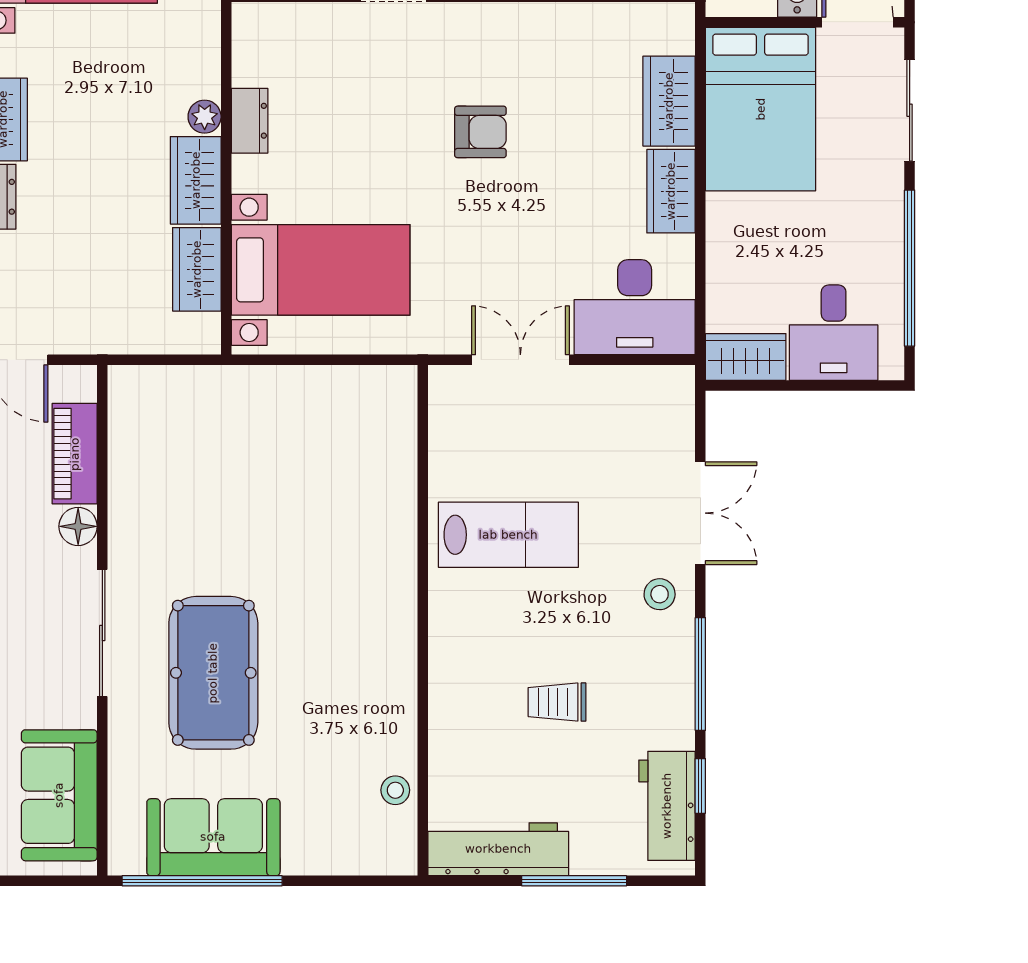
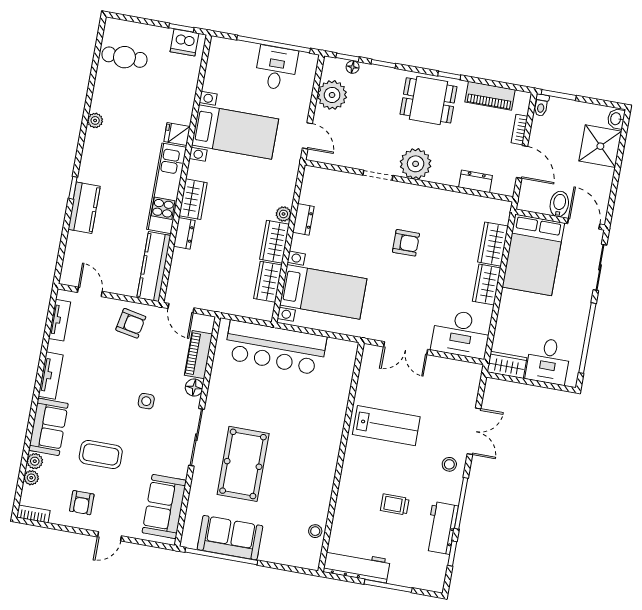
double door: (520, 360) -> (406, 348), swing flipped
bar counter: (239, 409) -> (275, 348), added
workbench: (667, 806) -> (441, 528), moved

